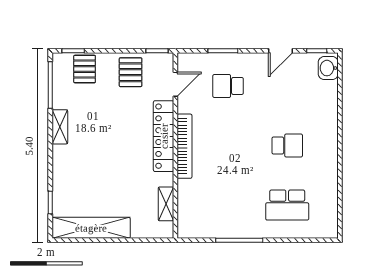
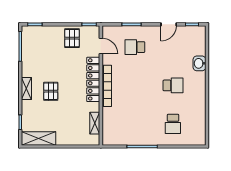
washbasin: (328, 68) -> (199, 63), moved
pallet: (85, 69) -> (51, 91), moved
door: (175, 84) -> (101, 46), hinge flipped
shelving: (60, 127) -> (26, 89), moved
school desk: (287, 205) -> (173, 124), width x0.54
shelving: (91, 228) -> (38, 139), width x0.68

